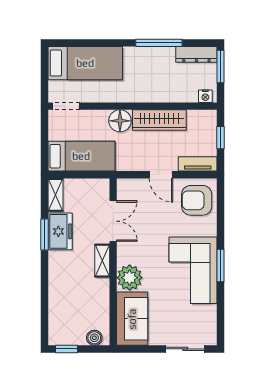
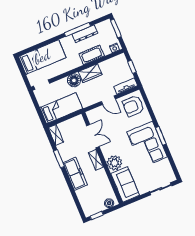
dresser: (196, 54) -> (85, 34), moved
cot: (165, 92) -> (92, 55), added
wardrobe: (159, 120) -> (90, 73), width x0.67
freezer: (60, 231) -> (75, 174), moved, width x1.40

